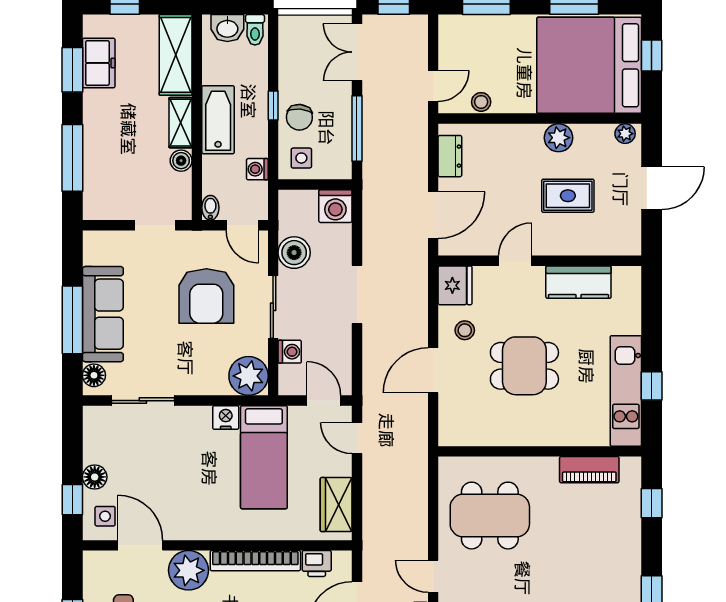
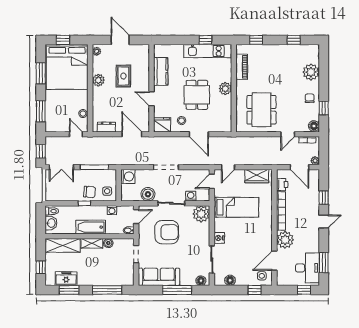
sofa: (103, 314) -> (159, 277), moved
nightstand: (226, 417) -> (219, 238), moved
plant: (539, 432) -> (225, 89), added
floor lamp: (95, 477) -> (230, 280), moved

